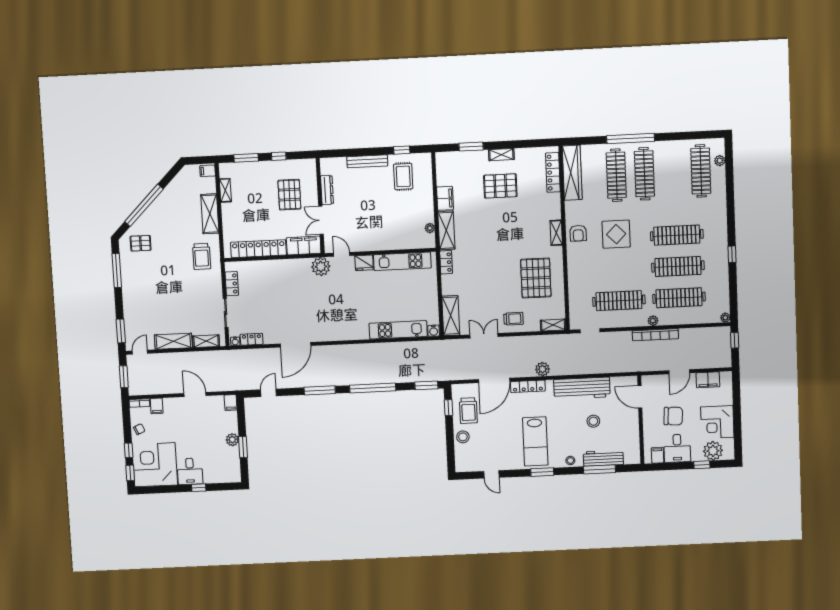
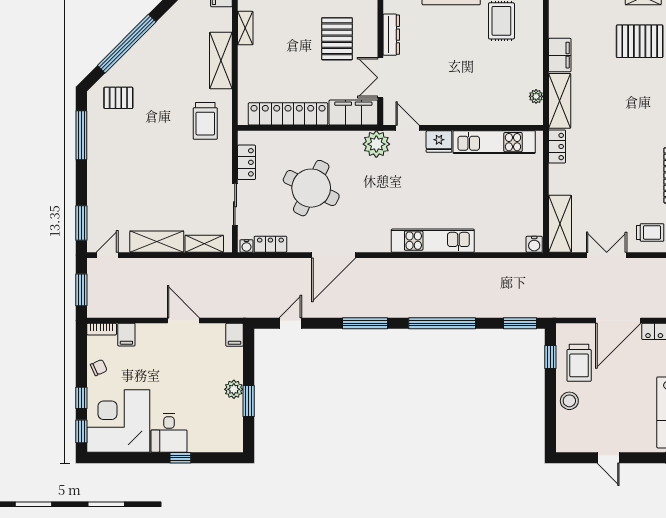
round table: (277, 299) -> (311, 188), added
kitchen unit: (398, 330) -> (433, 241), moved

